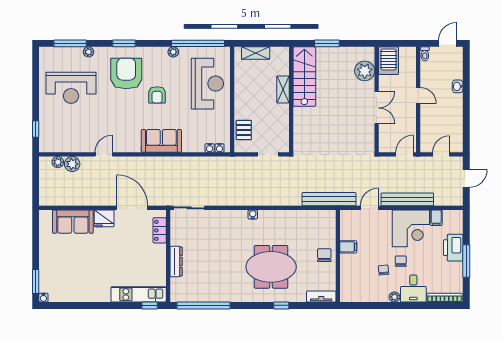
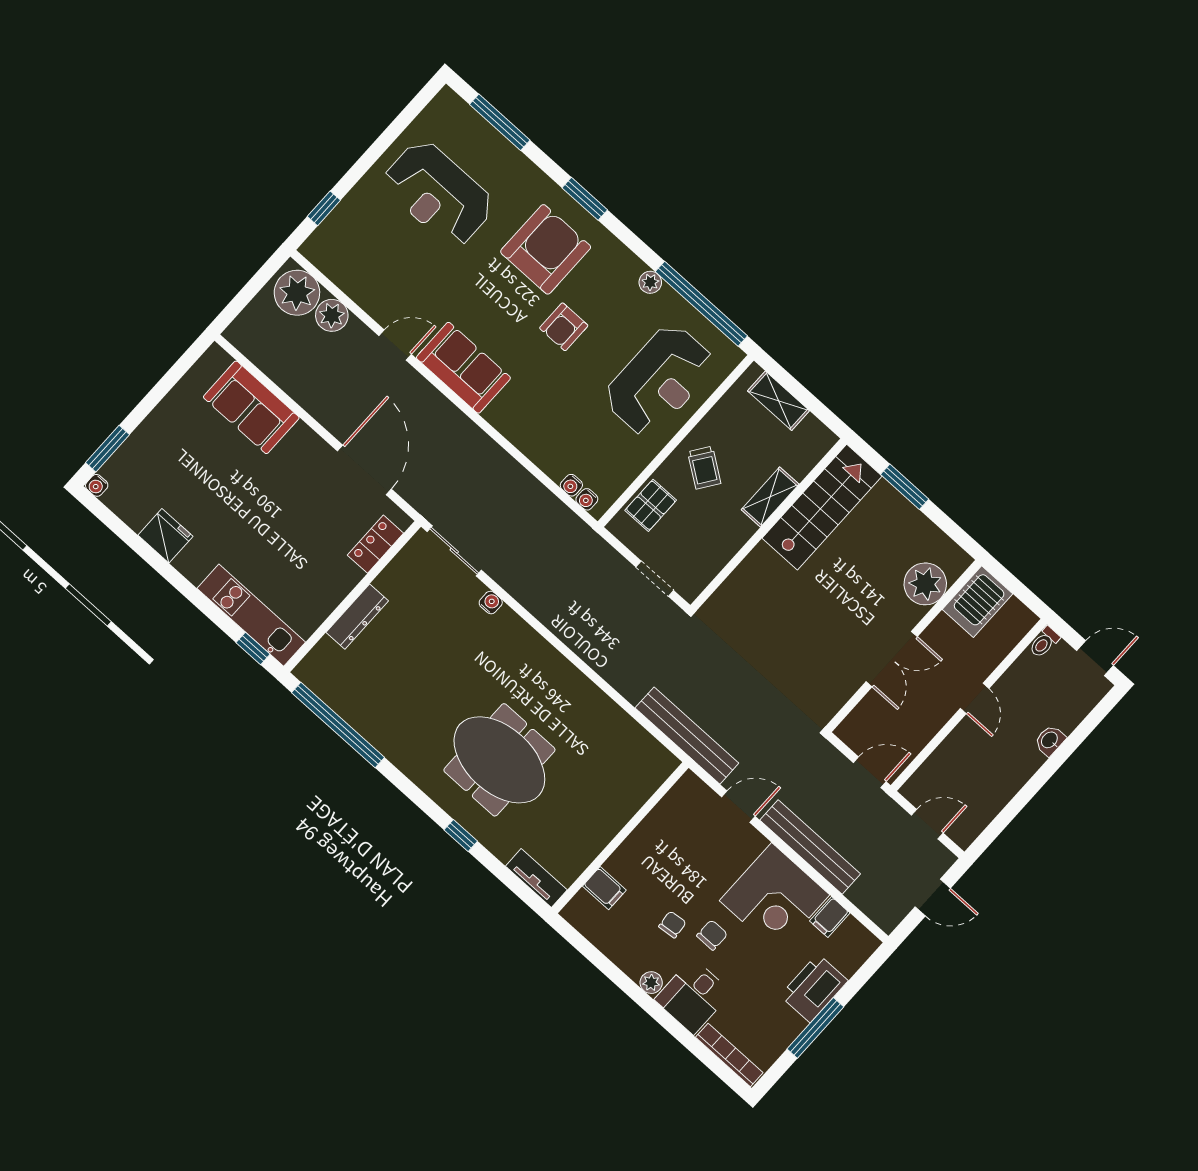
plant: (88, 52) -> (517, 162), removed
trolley: (251, 100) -> (704, 468), added
sofa: (161, 141) -> (463, 368), moved
plant: (58, 162) -> (297, 293), width x1.87, depth x1.87
water cooler: (253, 214) -> (491, 603), moved
fridge: (104, 218) -> (165, 536), moved, turned 180
filing cabinet: (348, 247) -> (604, 888), moved
chair: (324, 255) -> (600, 817), removed

